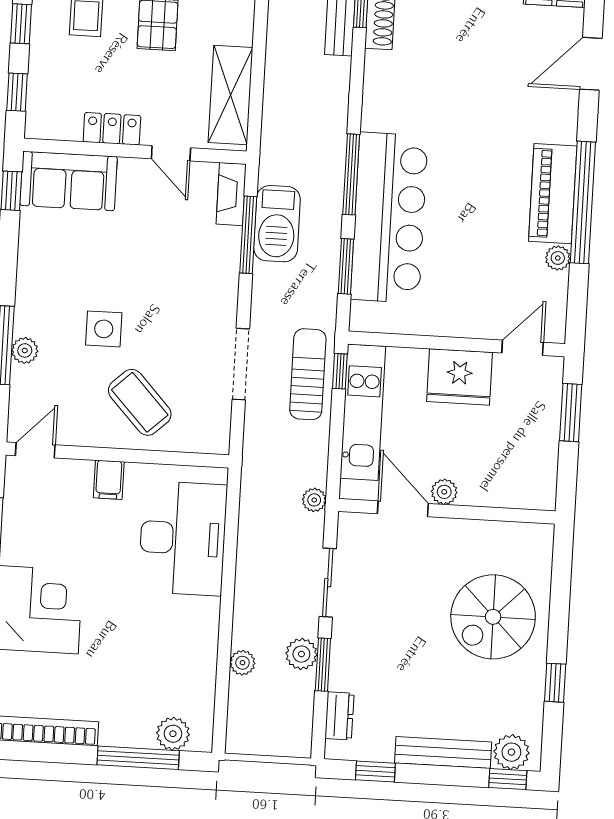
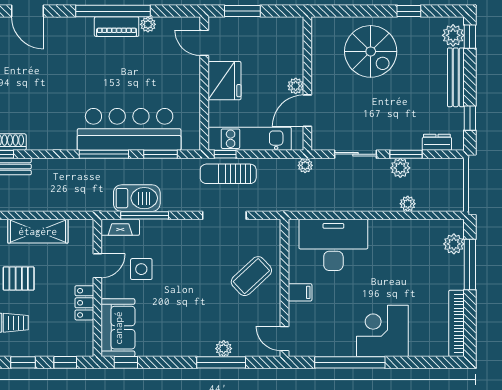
shelving: (231, 95) -> (38, 231), moved
piano: (553, 194) -> (117, 27), width x0.73, depth x0.75
side table: (104, 329) -> (141, 269), moved

